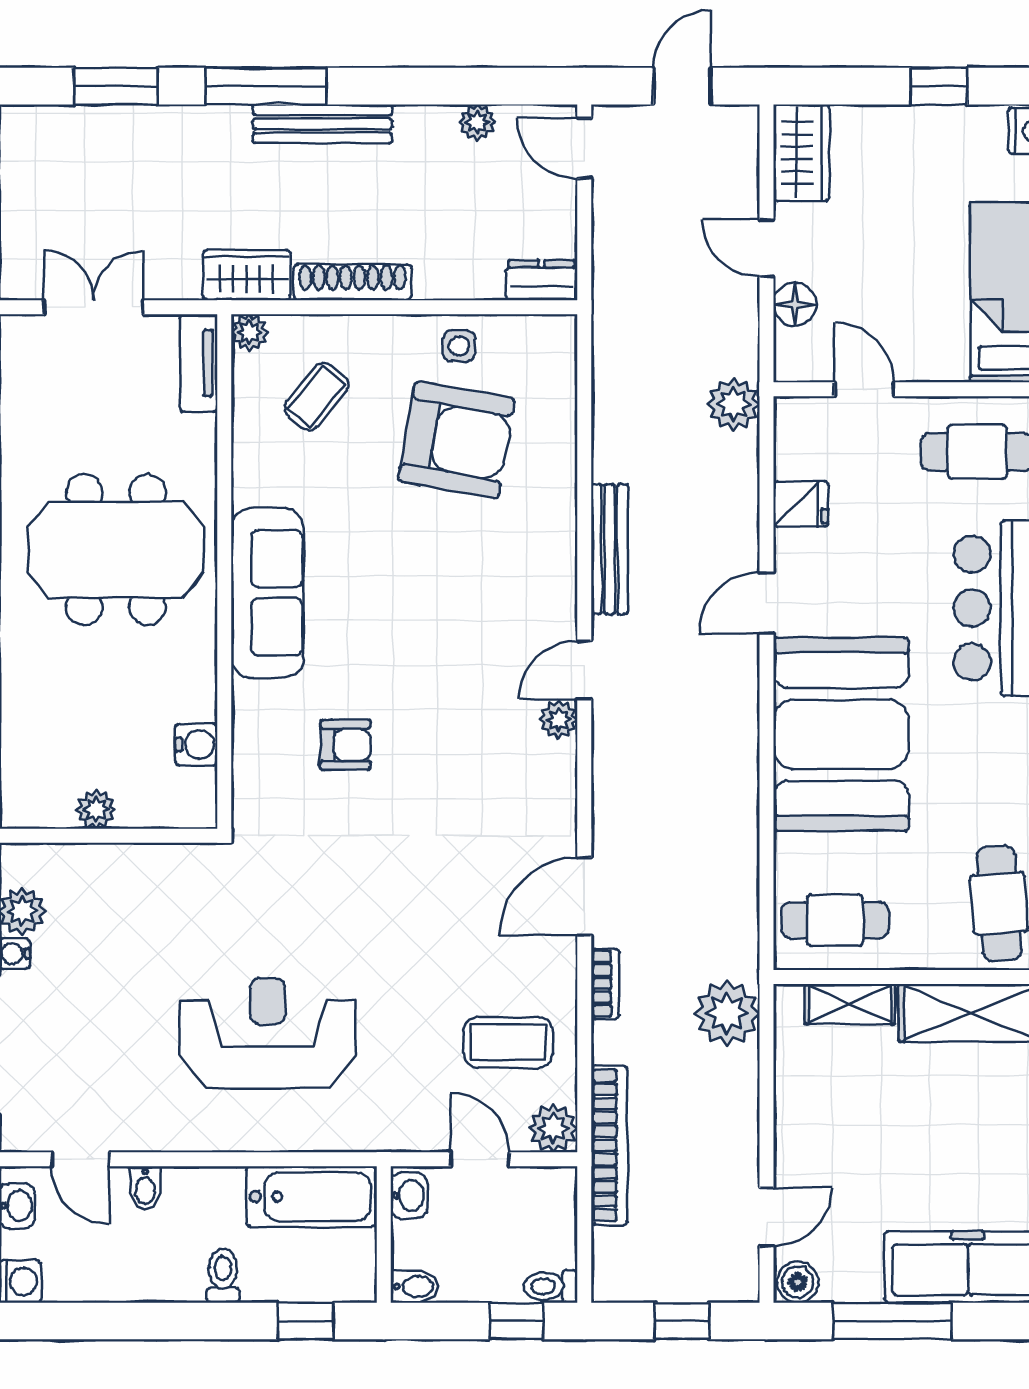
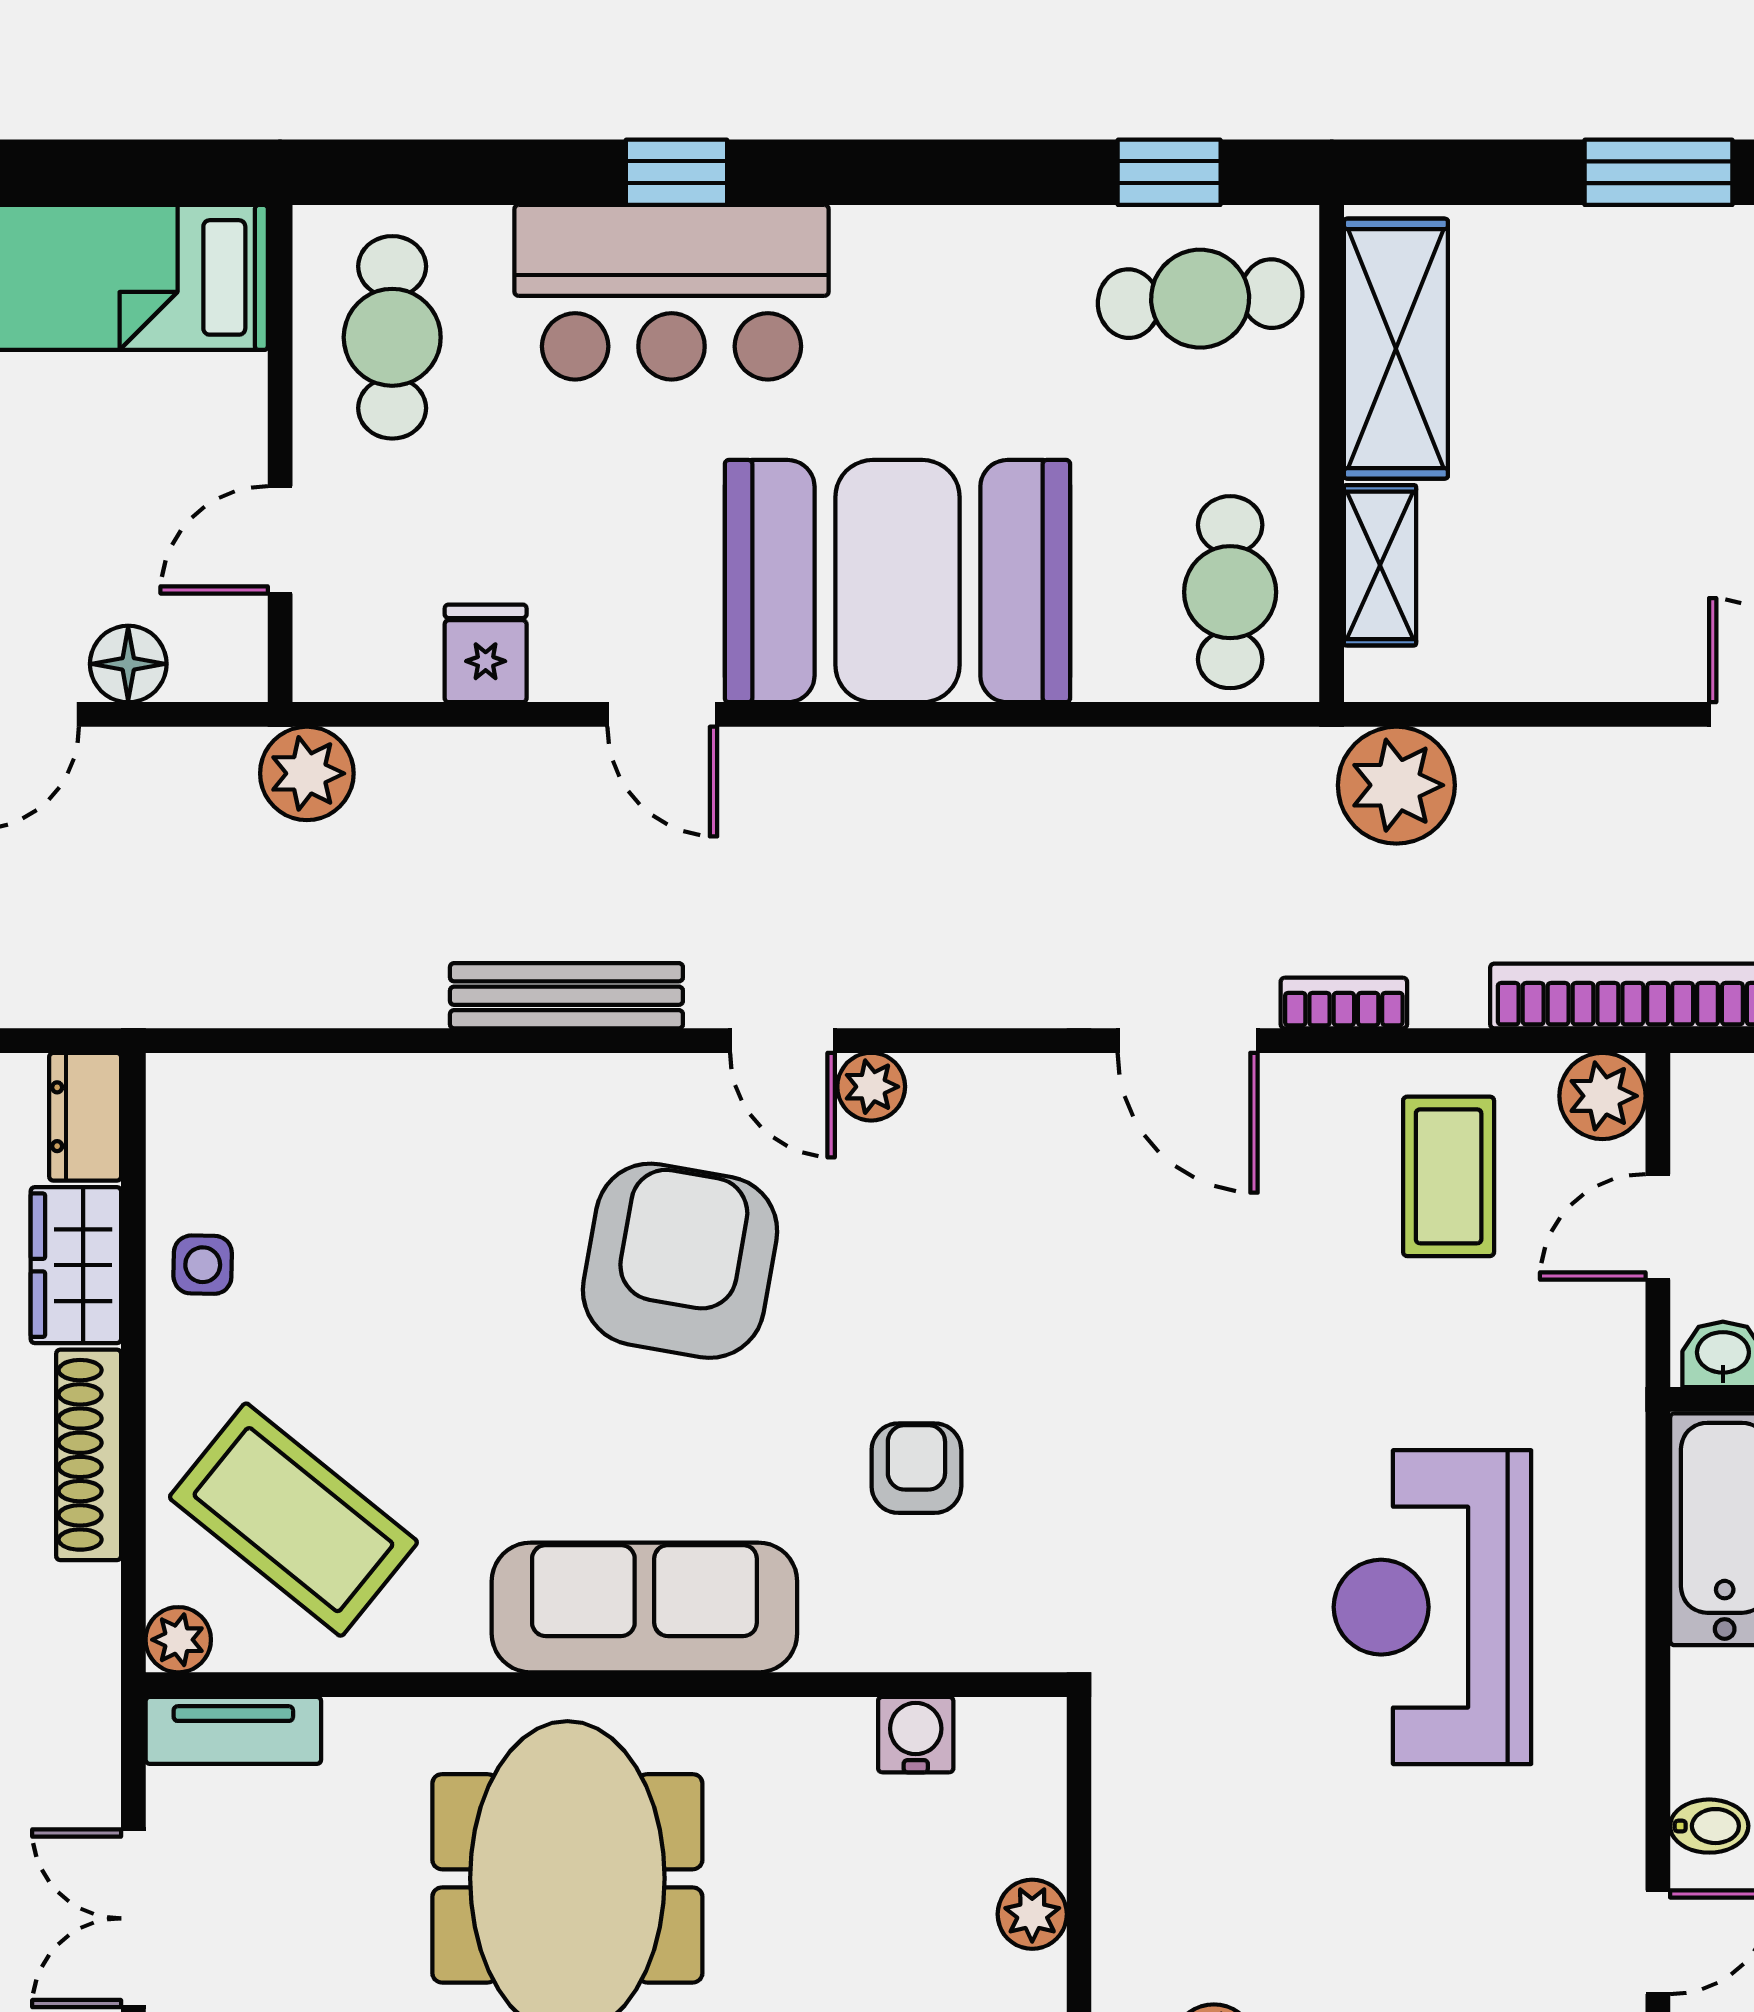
wardrobe: (247, 275) -> (76, 1265), moved
coffee table: (317, 397) -> (293, 1520), width x1.86, depth x1.72
armchair: (456, 440) -> (680, 1261), moved

